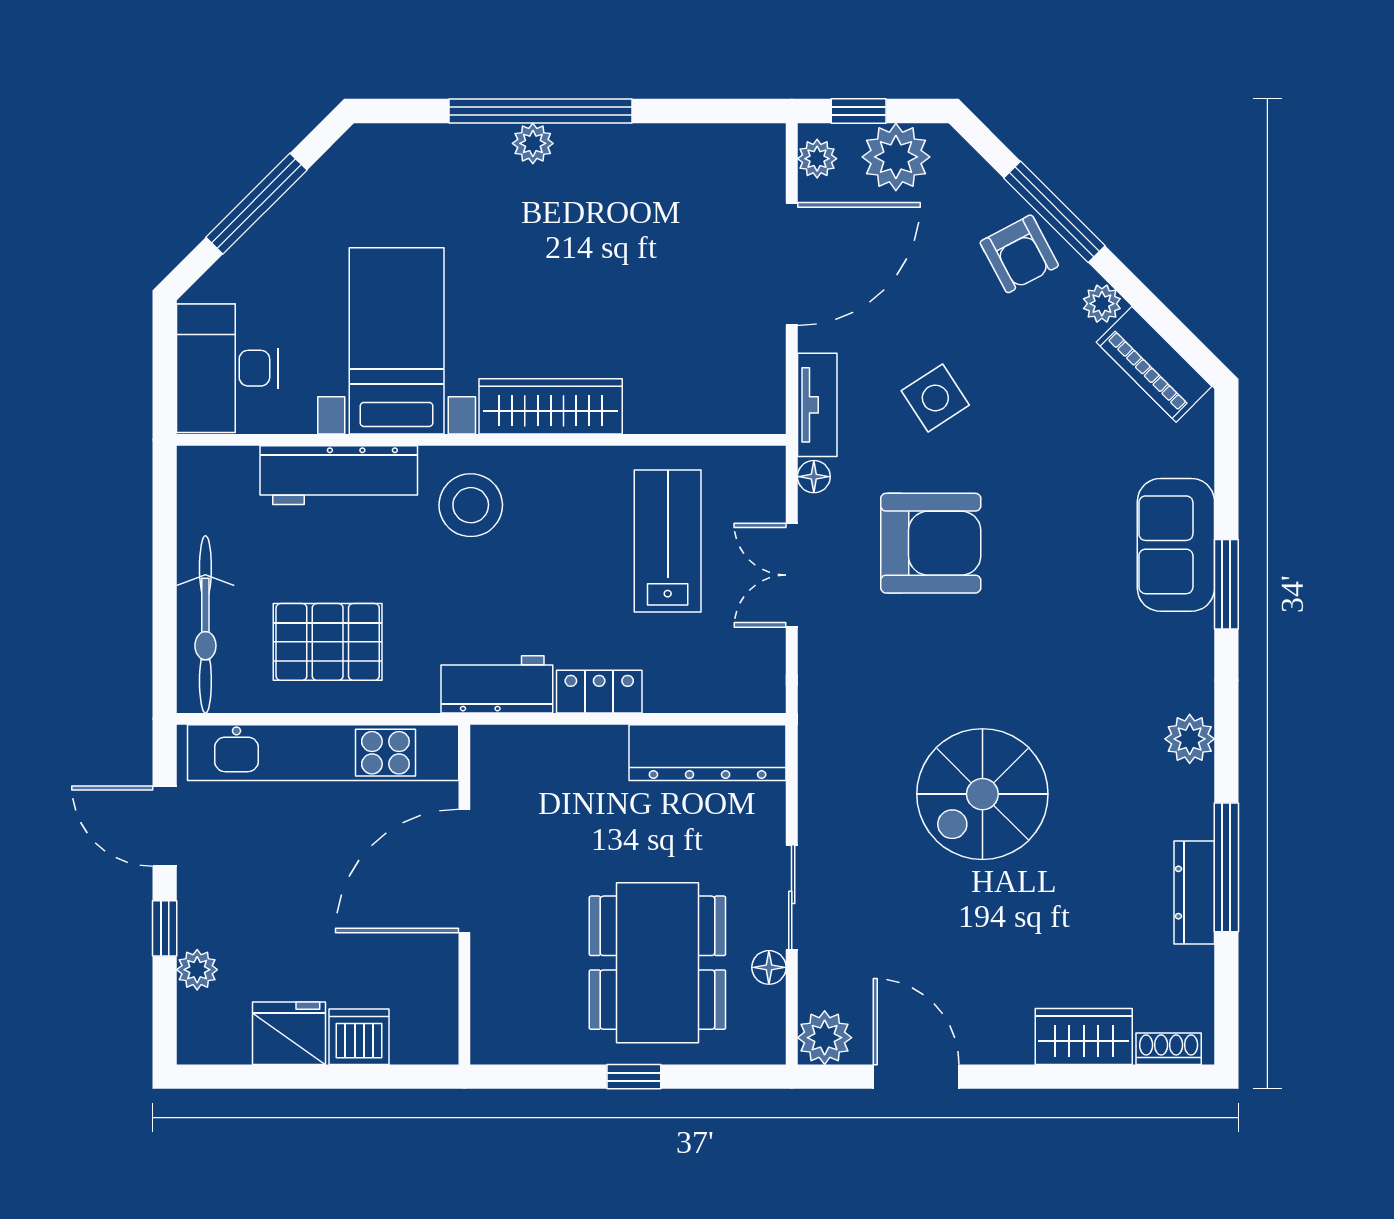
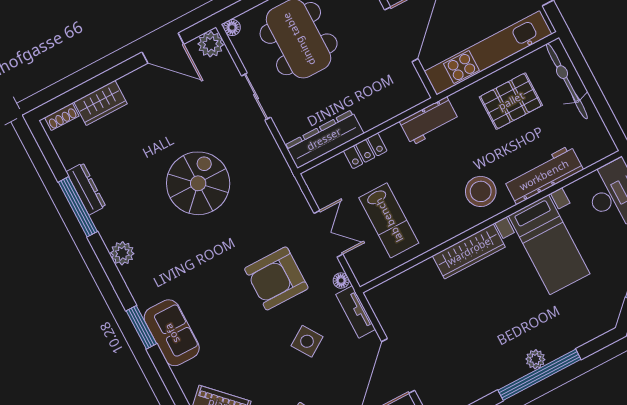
locker: (599, 692) -> (365, 151), moved
floor lamp: (769, 967) -> (232, 28), moved

